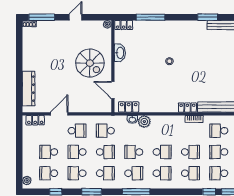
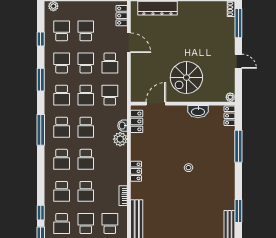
locker: (187, 108) -> (136, 171), moved
school desk: (134, 152) -> (86, 127), turned 180
school desk: (219, 173) -> (62, 224), turned 180

